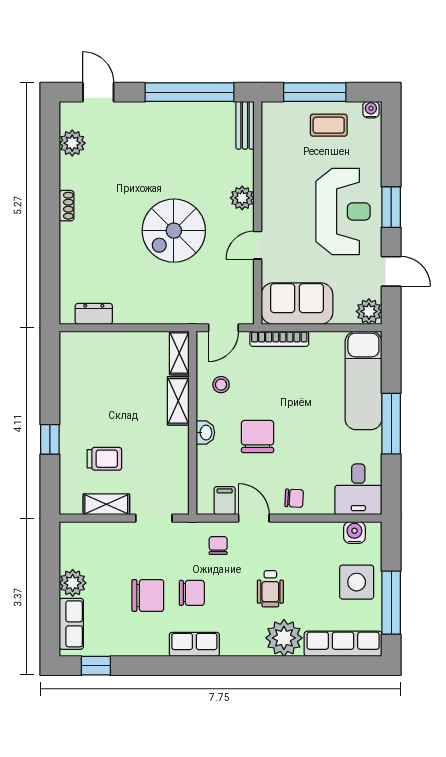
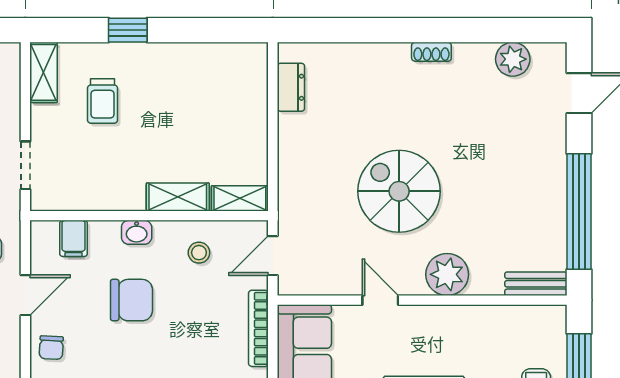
plant: (242, 198) -> (447, 274), width x1.36, depth x1.36
door: (223, 328) -> (273, 256), hinge flipped
filing cabinet: (225, 501) -> (73, 238), moved, turned 90
shelving: (106, 504) -> (43, 72), moved

